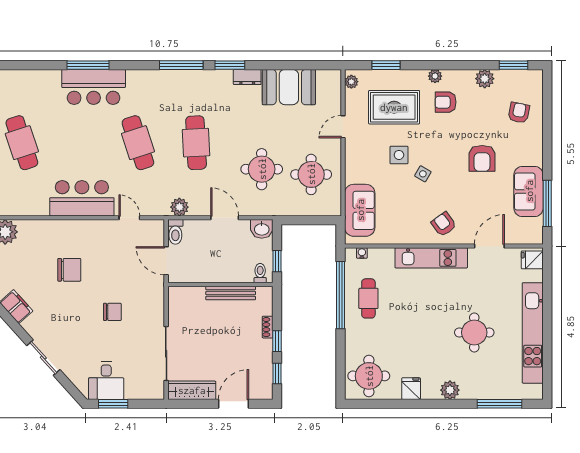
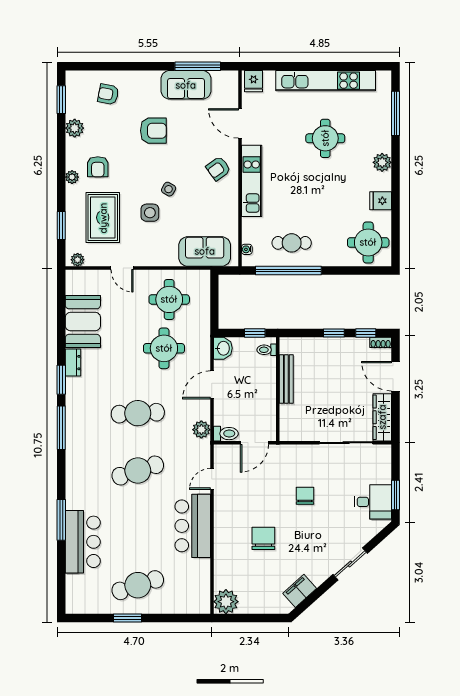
bar counter: (94, 87) -> (83, 542), moved
shoe rack: (268, 327) -> (381, 342), moved

